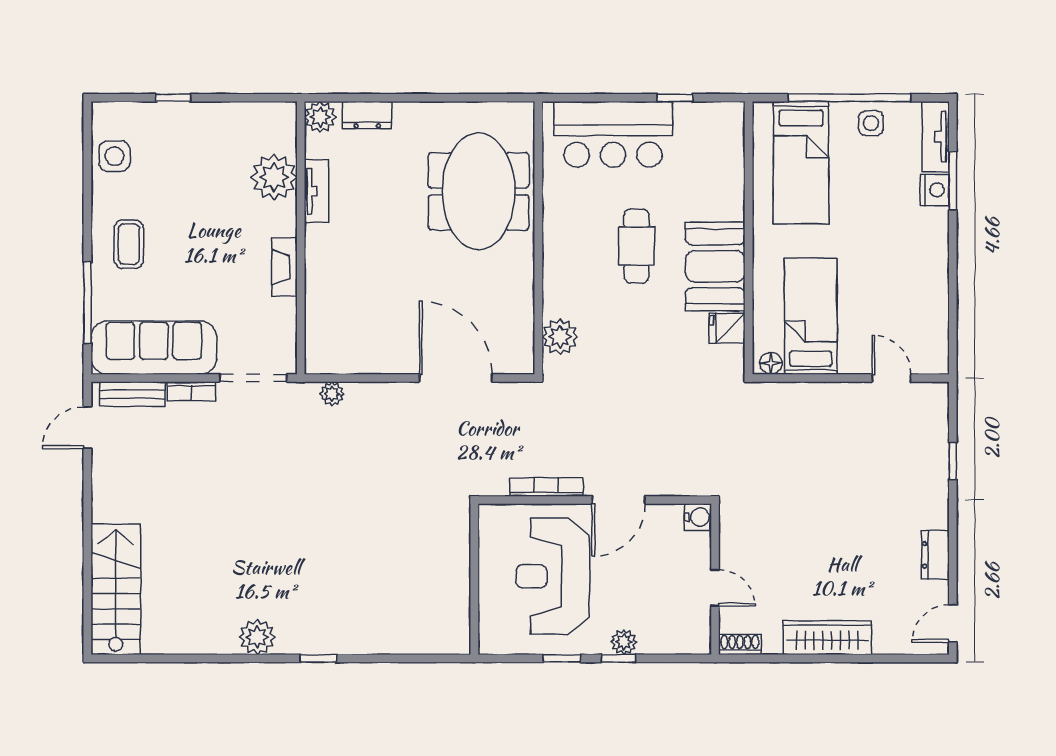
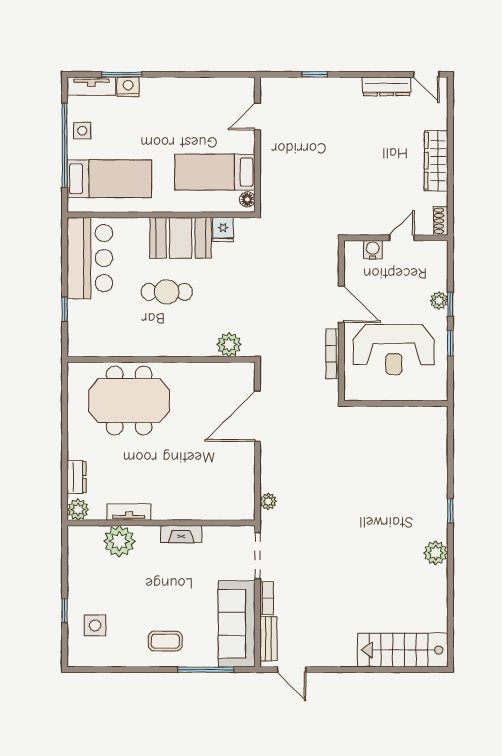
window: (675, 98) -> (65, 309), moved
bar counter: (613, 134) -> (90, 258), moved
side table: (114, 156) -> (95, 625), moved
water cooler: (698, 517) -> (373, 250), moved
dresser: (935, 555) -> (387, 86), width x1.44

